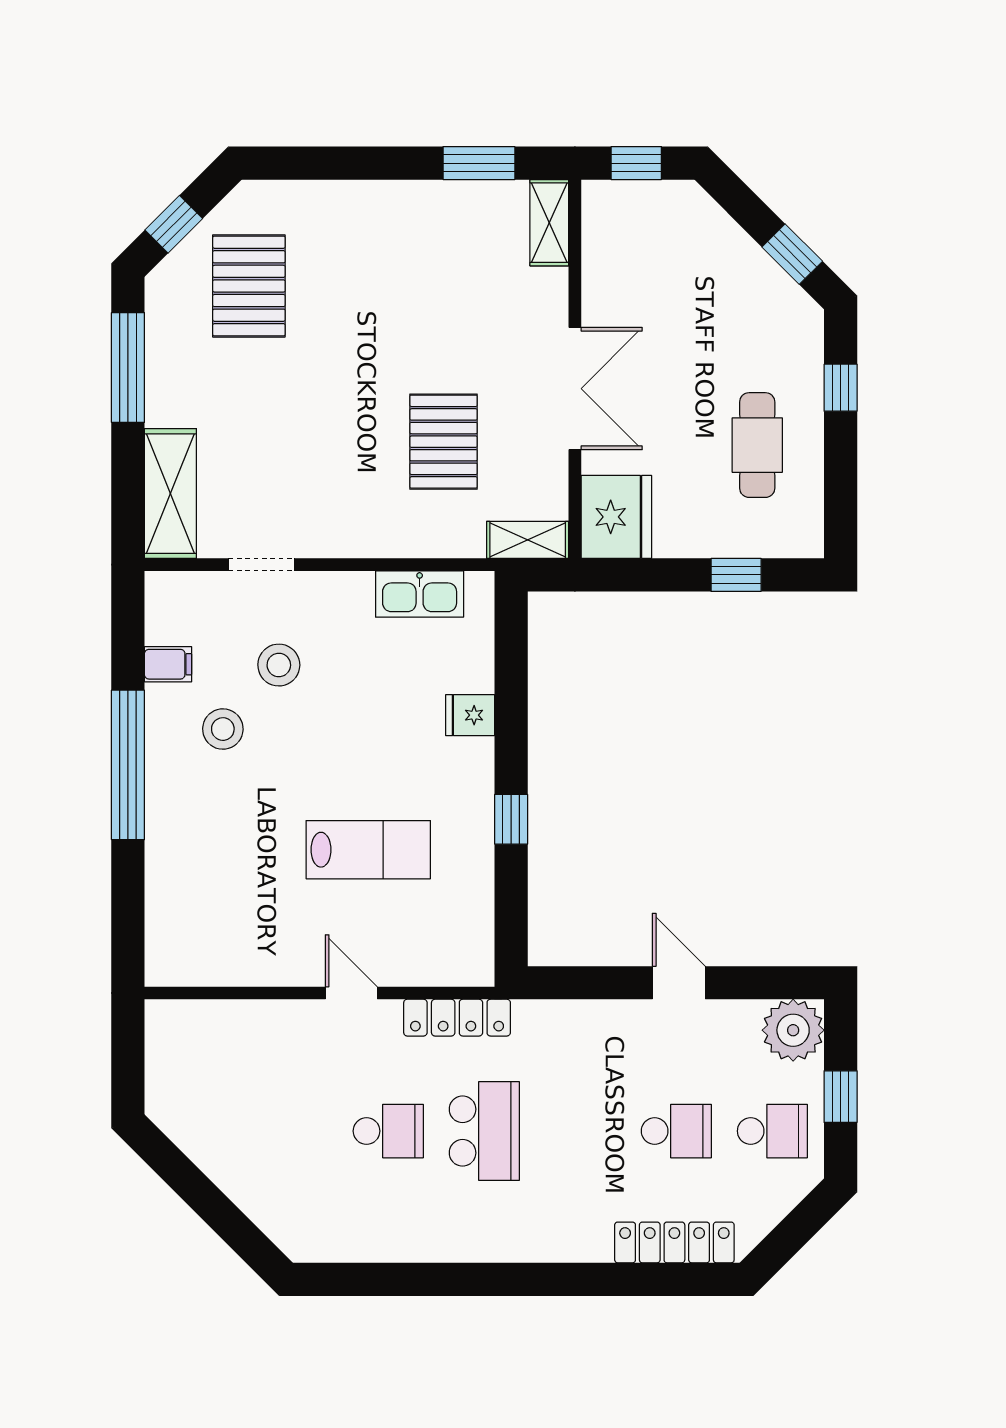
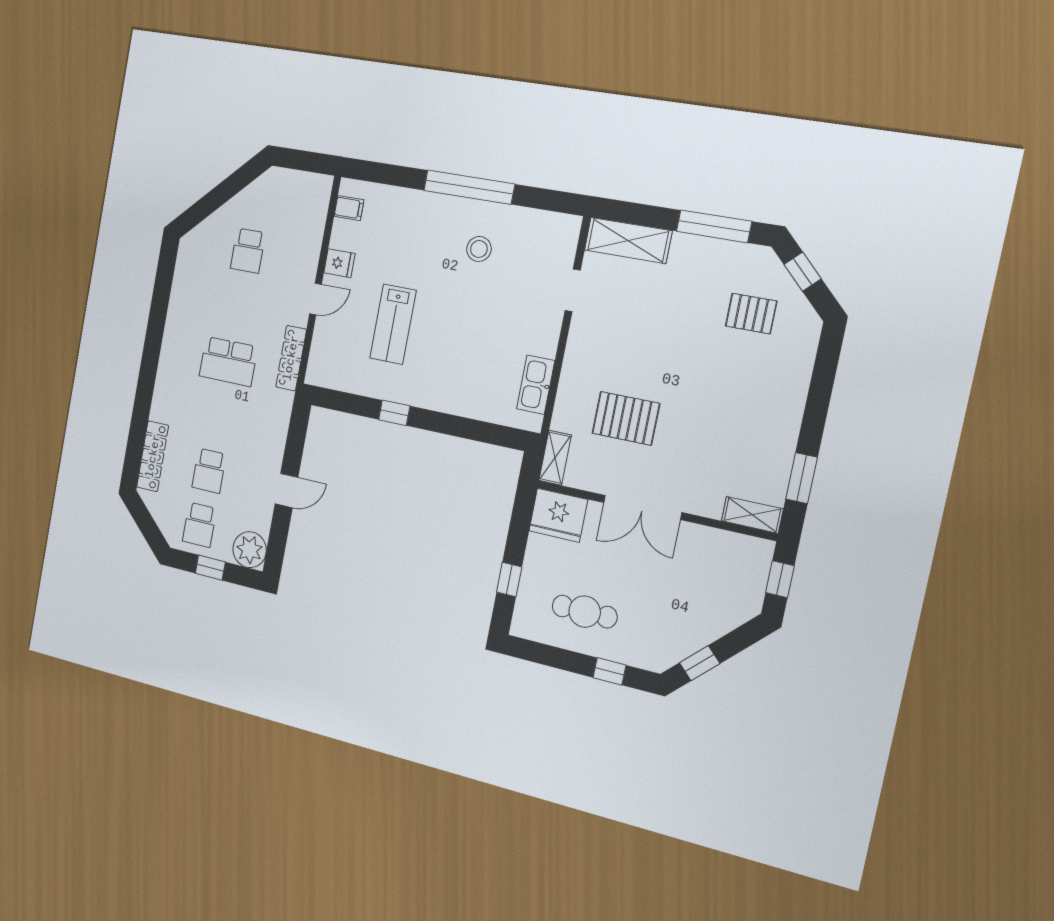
pallet: (249, 286) -> (751, 314), width x0.67, depth x0.71
filing cabinet: (168, 664) -> (349, 208), moved, turned -90
stool: (279, 665) -> (510, 290), removed
fridge: (470, 715) -> (339, 263), moved, turned 90
school desk: (388, 1131) -> (248, 251), moved

